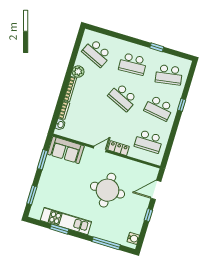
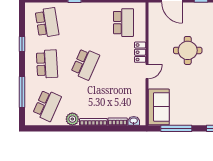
window: (115, 35) -> (22, 92), added
school desk: (159, 108) -> (85, 23), removed
door: (100, 149) -> (147, 72), swing flipped
window: (43, 160) -> (176, 128), width x1.44
round table: (108, 190) -> (188, 50), width x0.73, depth x0.73

